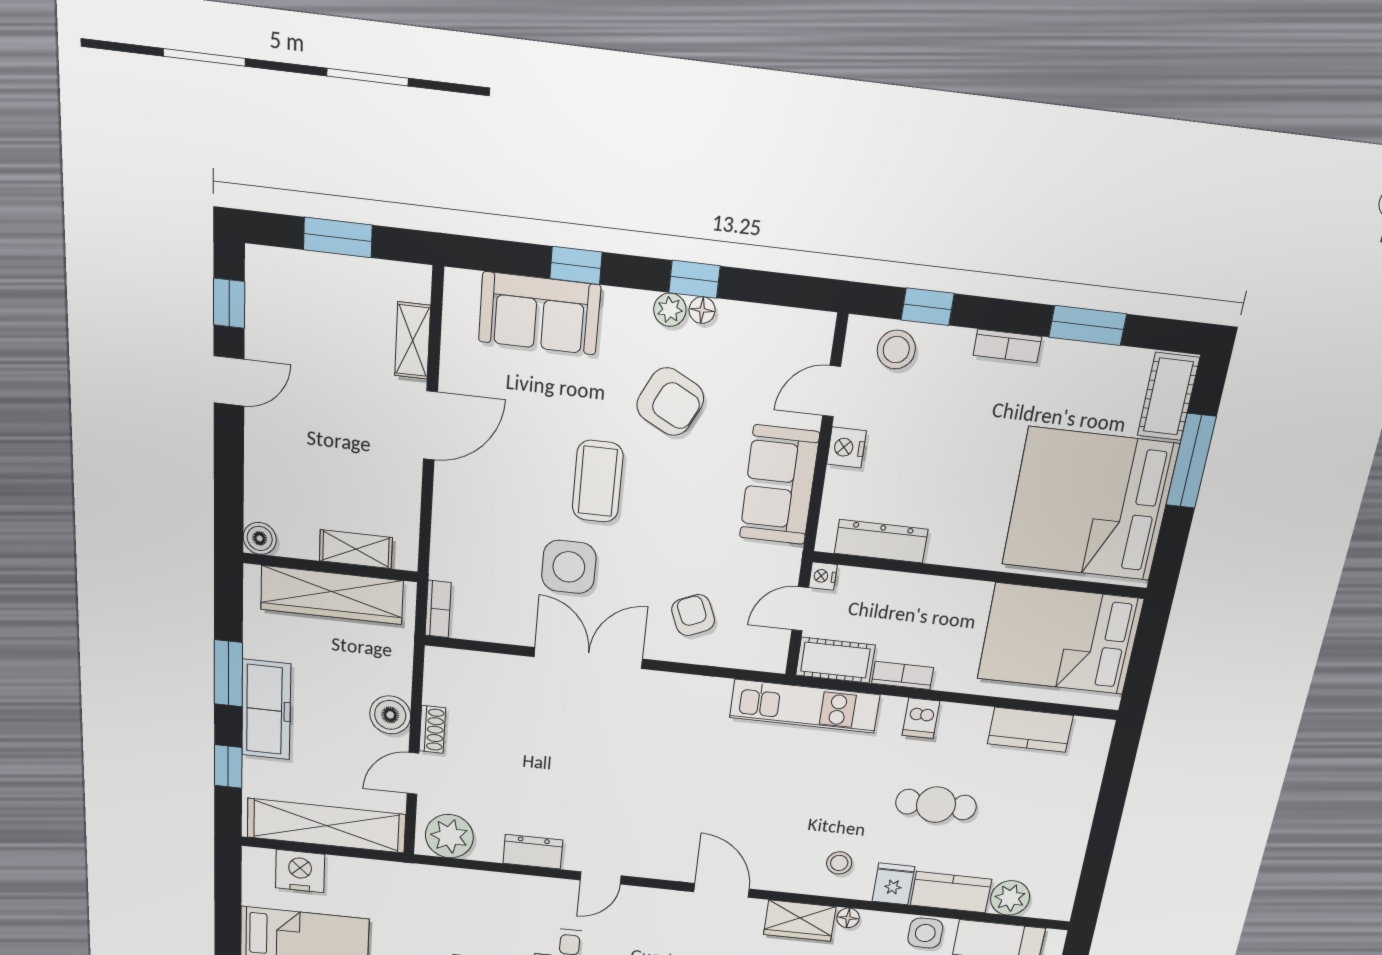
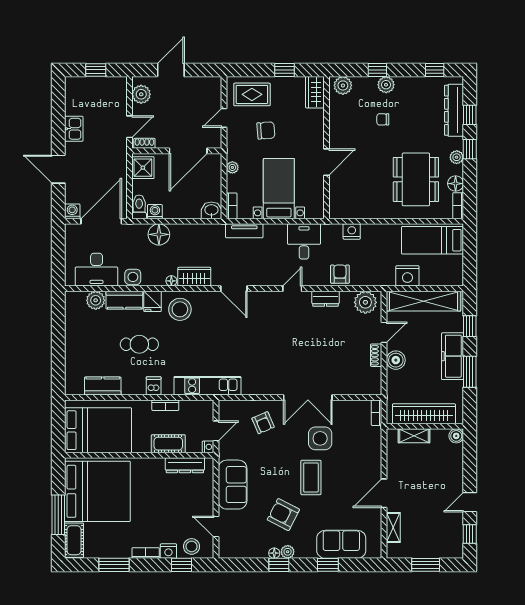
door: (832, 391) -> (216, 527), swing flipped
nightstand: (846, 447) -> (168, 551), moved, turned 90
cot: (835, 660) -> (168, 444), moved
stool: (839, 863) -> (180, 309), width x1.89, depth x1.89
nightstand: (300, 871) -> (407, 276), moved
armchair: (499, 895) -> (340, 274), added

